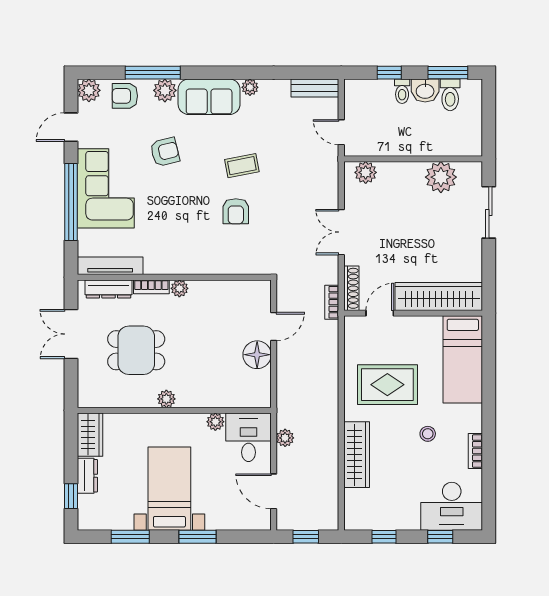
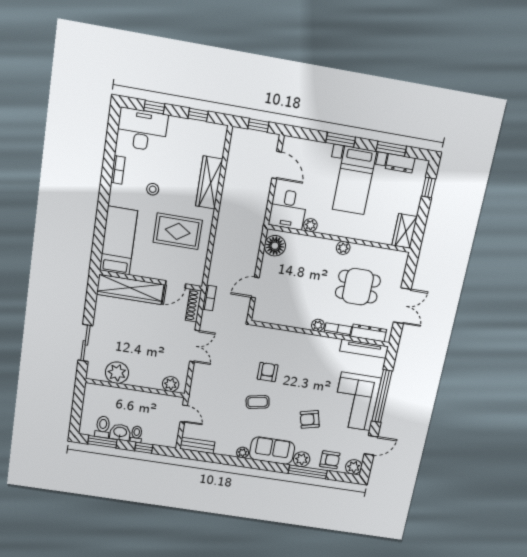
floor lamp: (257, 355) -> (275, 246), moved
plant: (285, 438) -> (261, 204), removed
dresser: (87, 476) -> (400, 163), moved, turned -90

